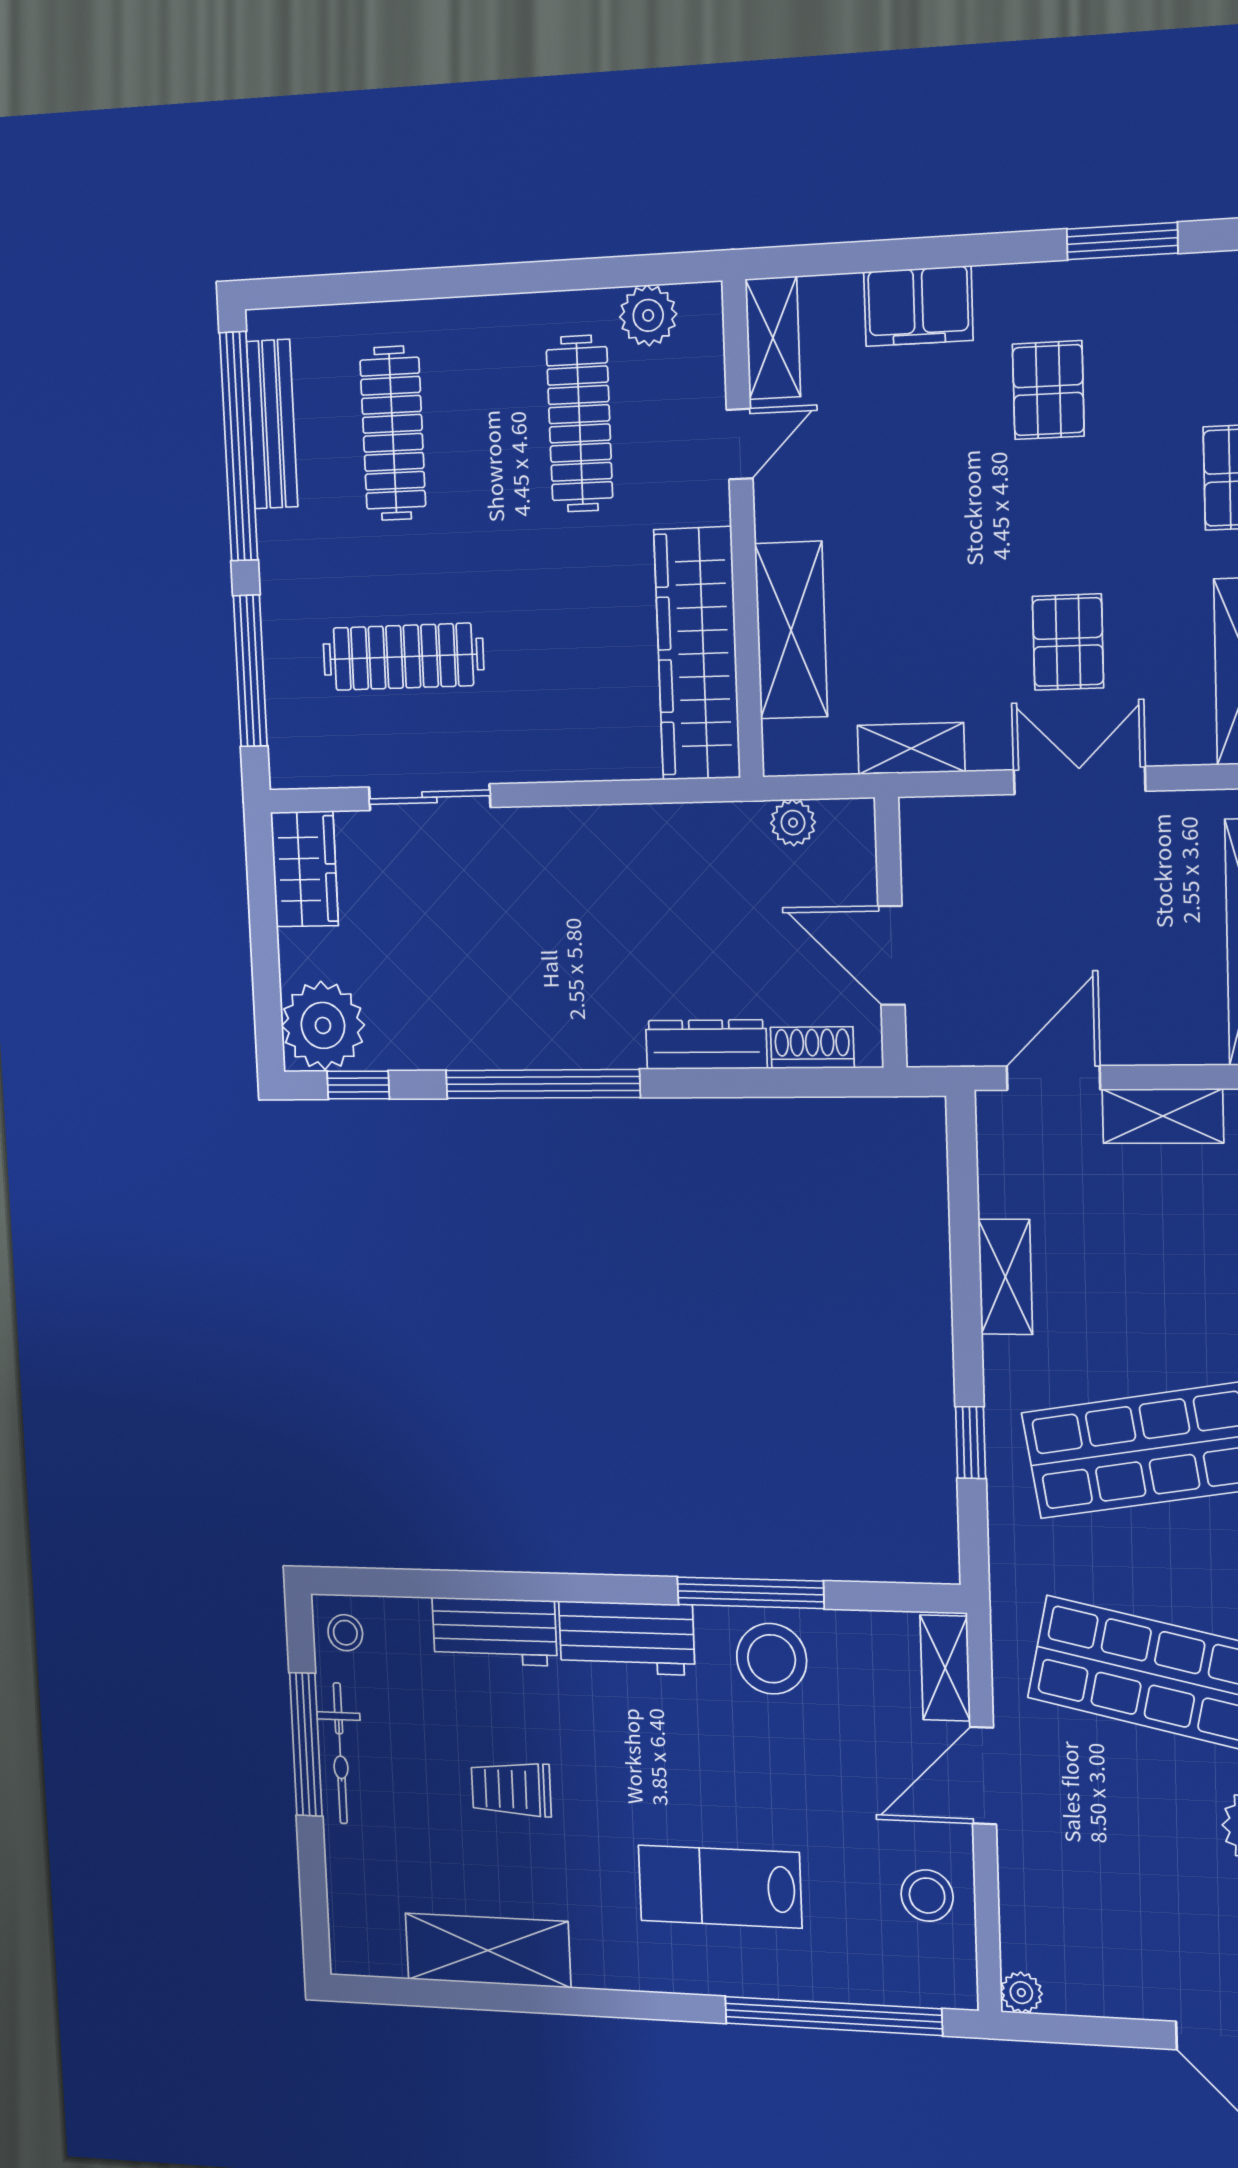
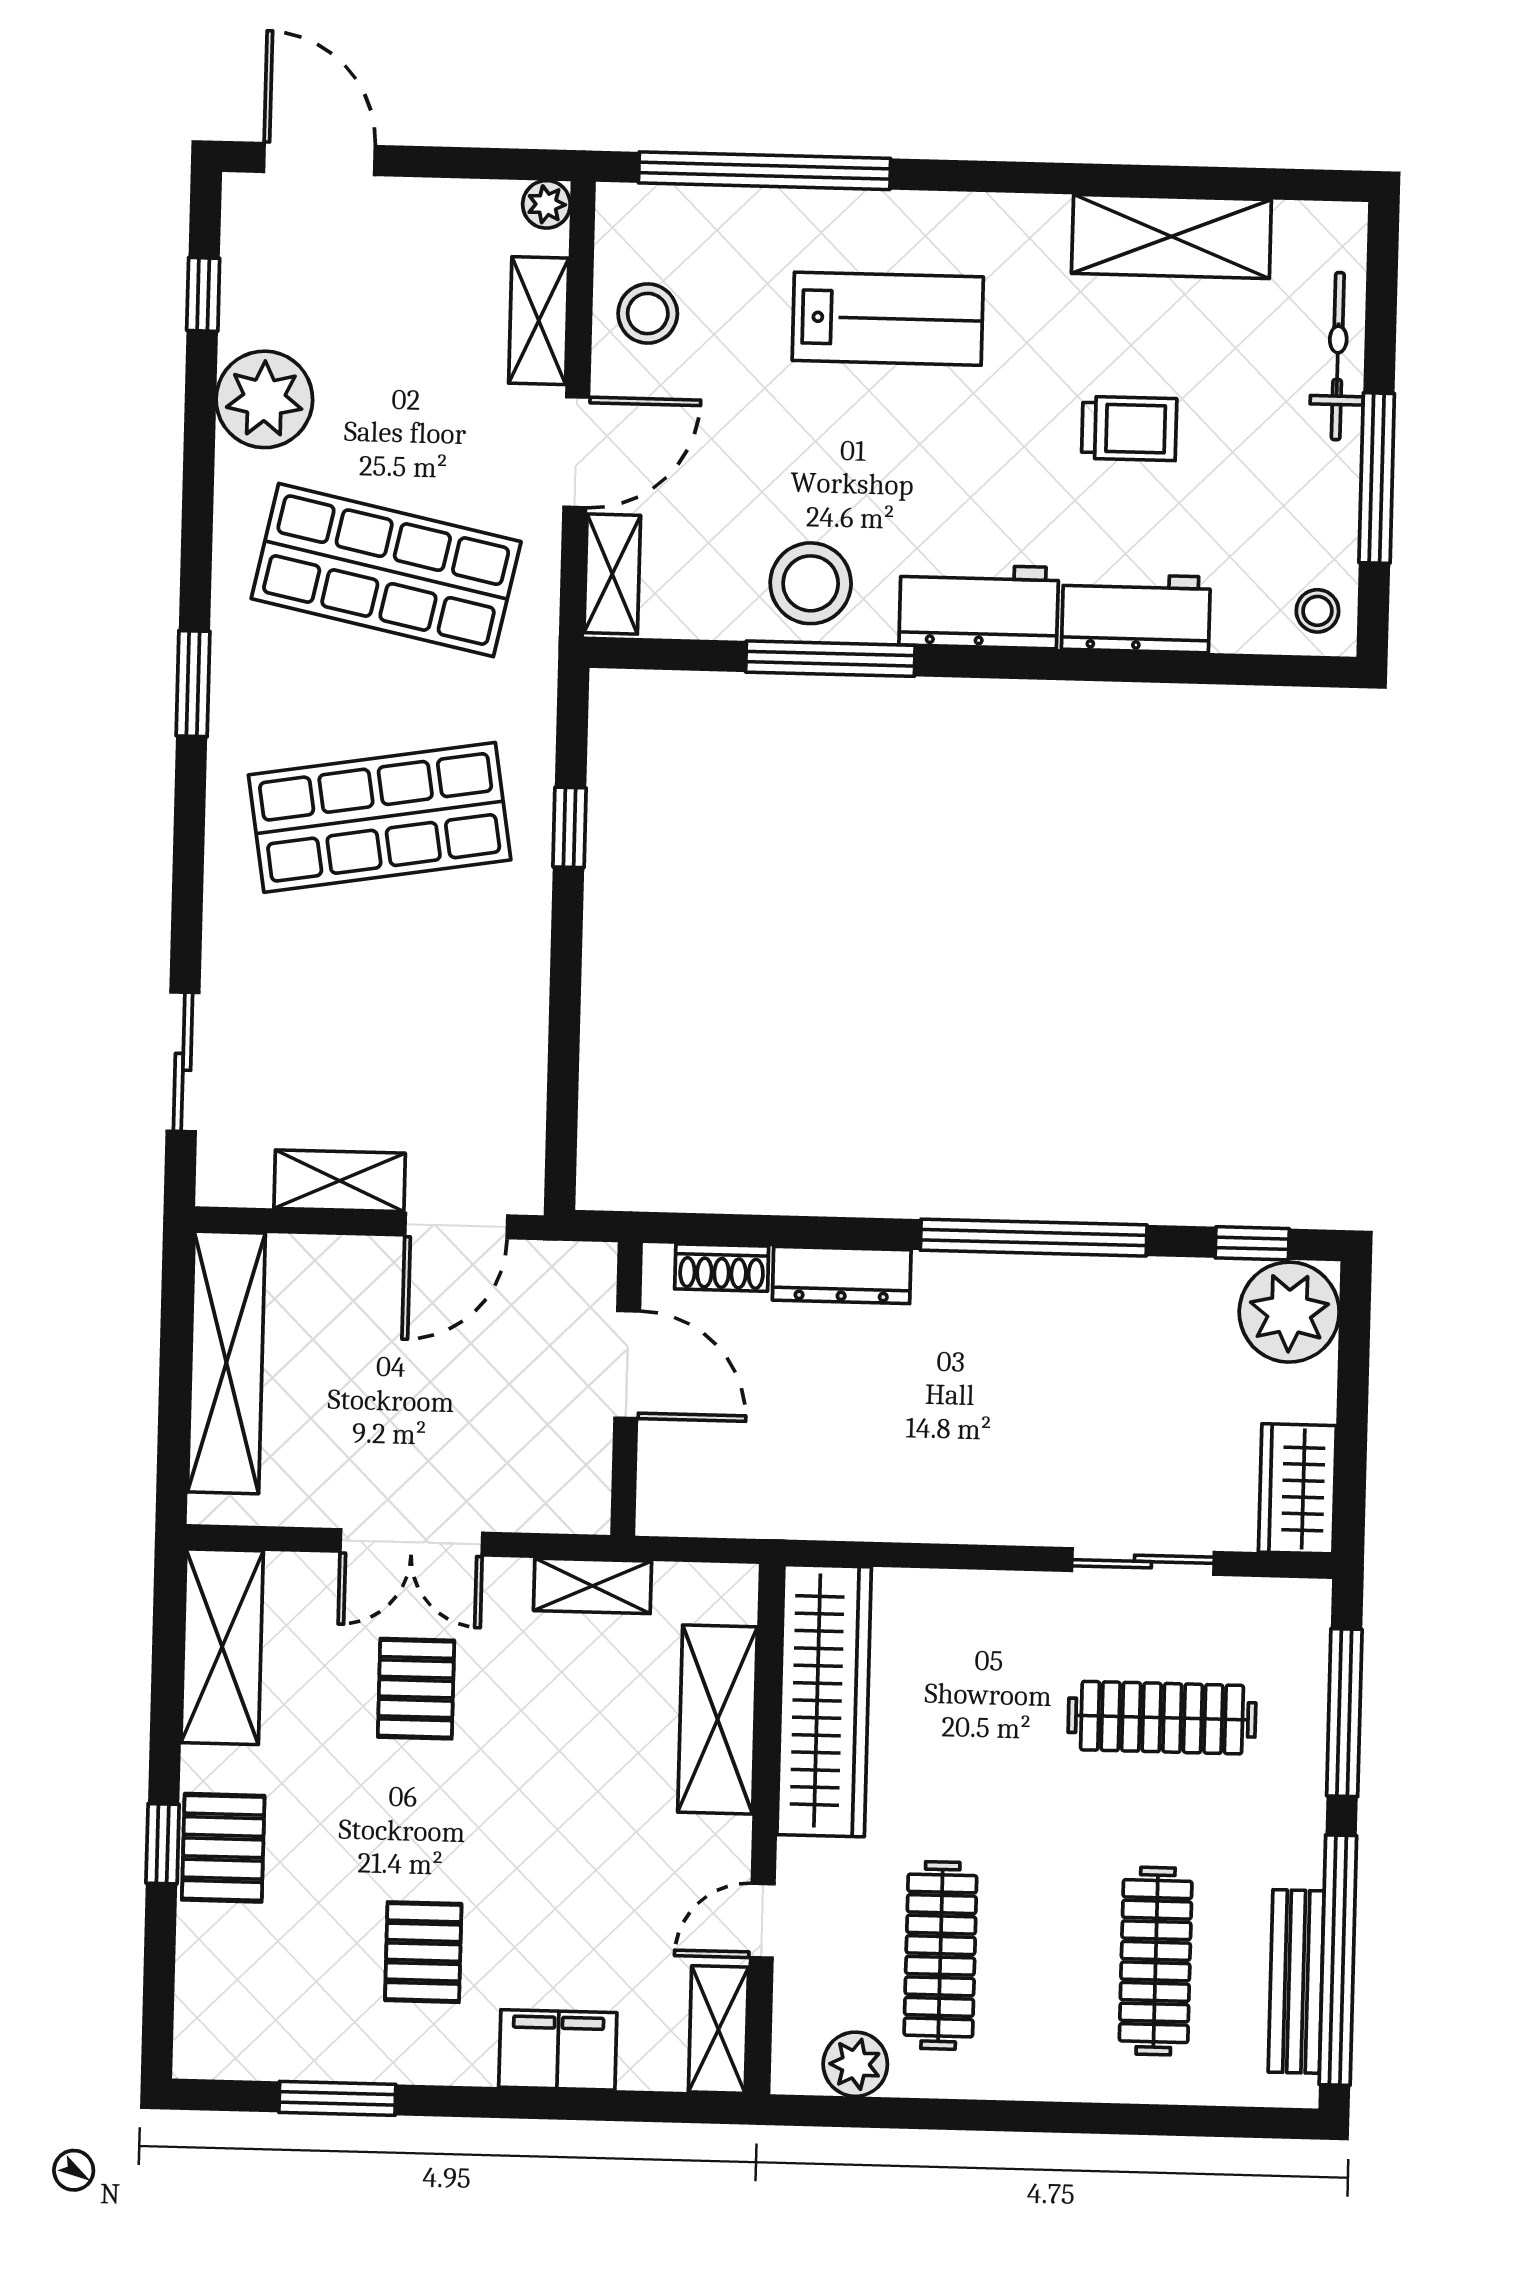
plant: (793, 823) -> (728, 1513), removed
shelving: (1005, 1277) -> (539, 321), moved
bicycle: (340, 1753) -> (1338, 356), moved

